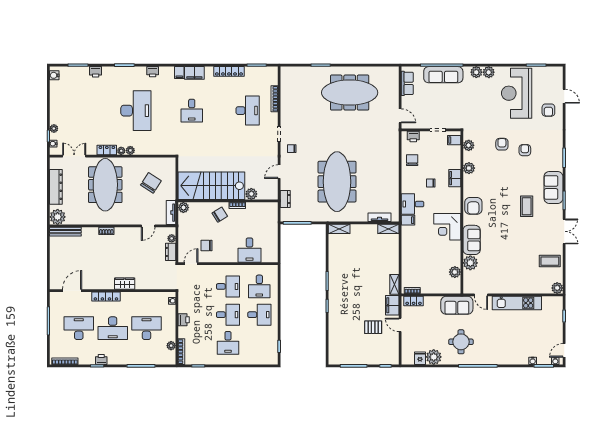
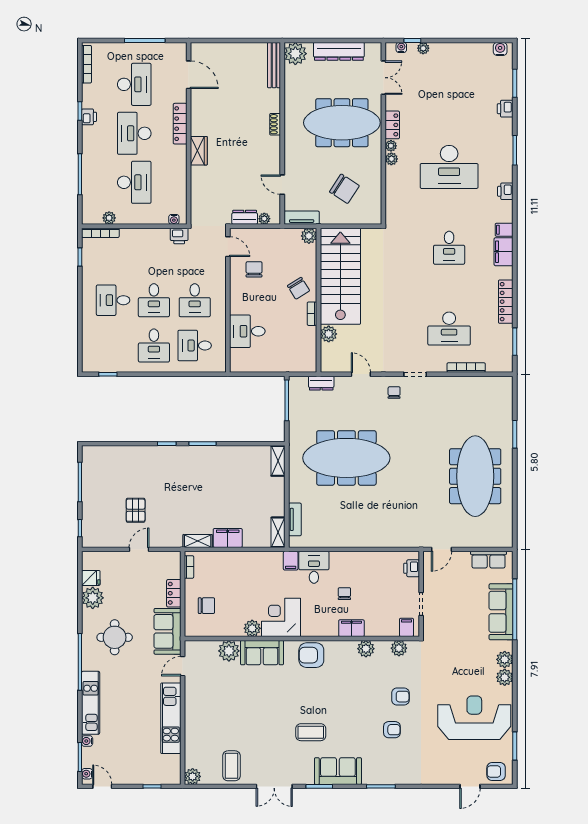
armchair: (548, 110) -> (496, 772), moved
desk: (192, 111) -> (449, 248), turned -90
chair: (412, 160) -> (206, 606), moved
plant: (455, 272) -> (252, 628), moved
locker: (414, 301) -> (174, 593), moved
filing cabinet: (392, 305) -> (228, 538), moved
printer: (184, 320) -> (179, 236), moved
kitchen unit: (506, 358) -> (91, 703), added

